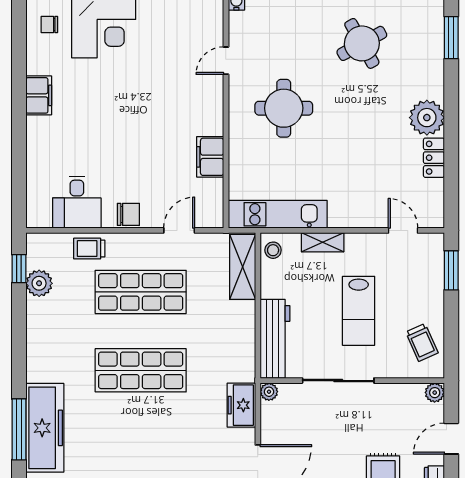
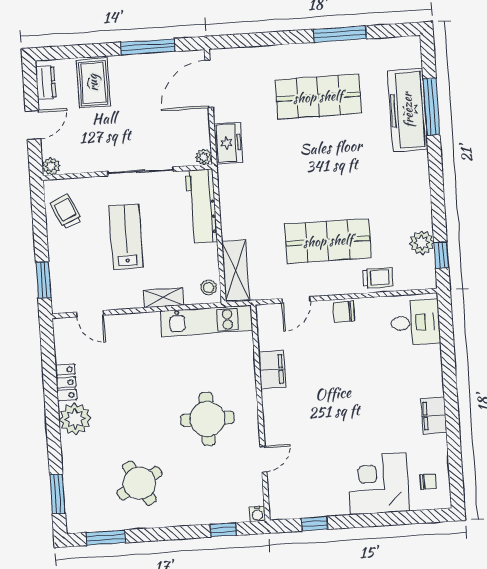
desk: (77, 202) -> (415, 322), moved, turned 90
shop shelf: (141, 370) -> (318, 97), moved

